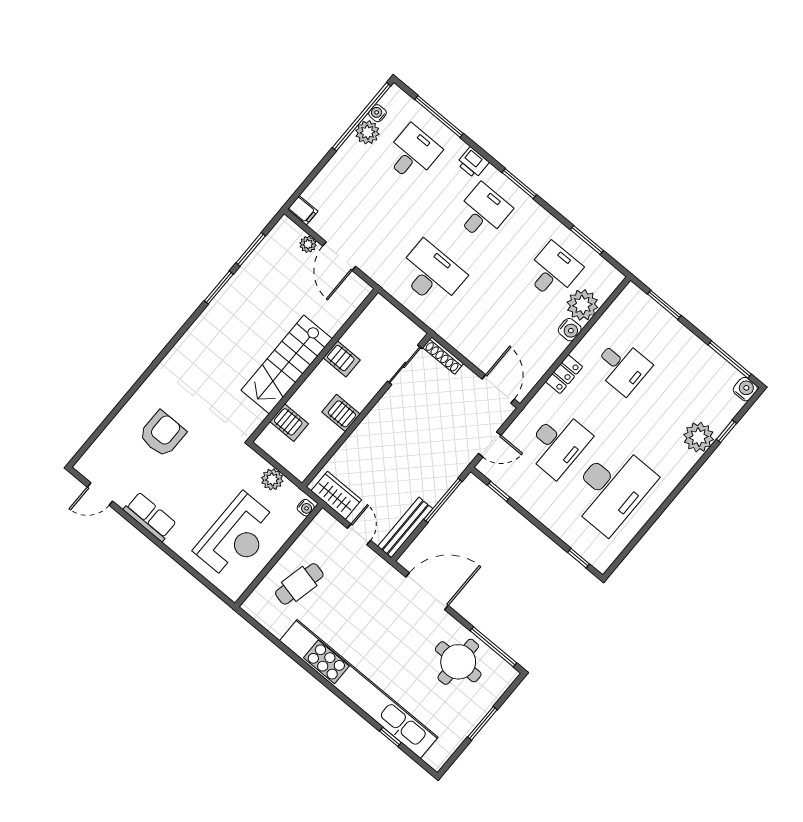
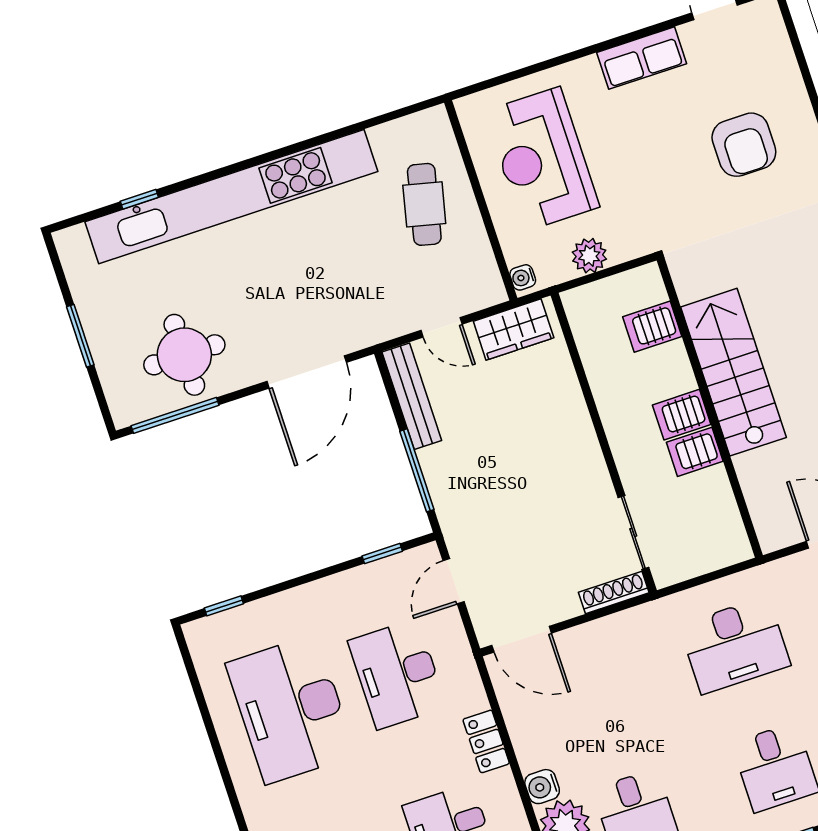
server rack: (341, 413) -> (682, 415), moved, turned 180

